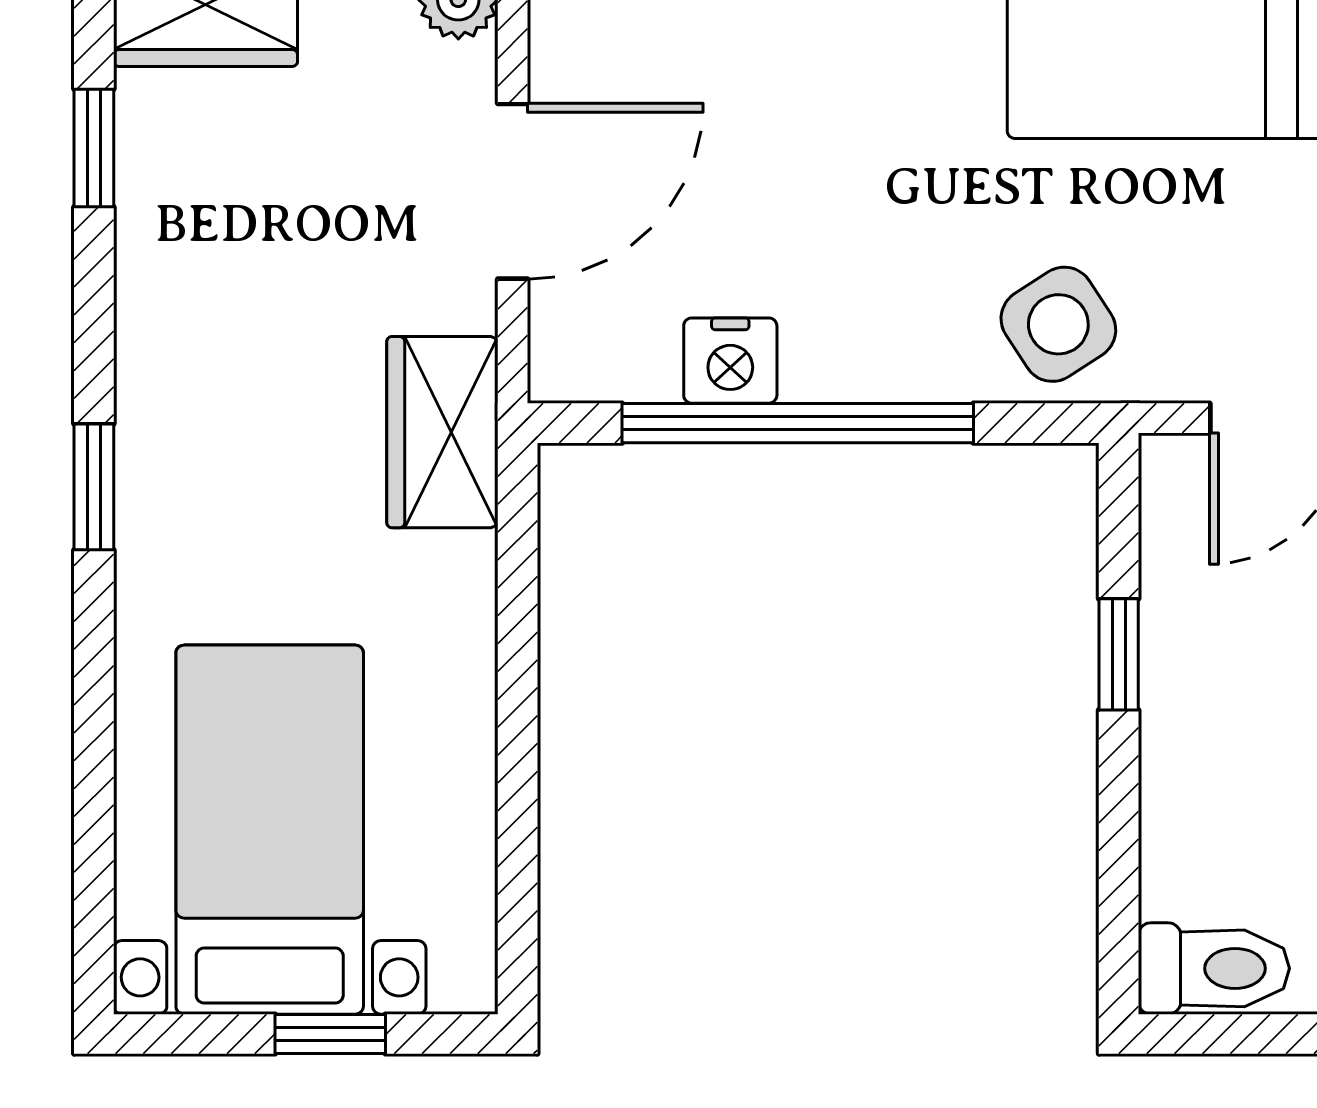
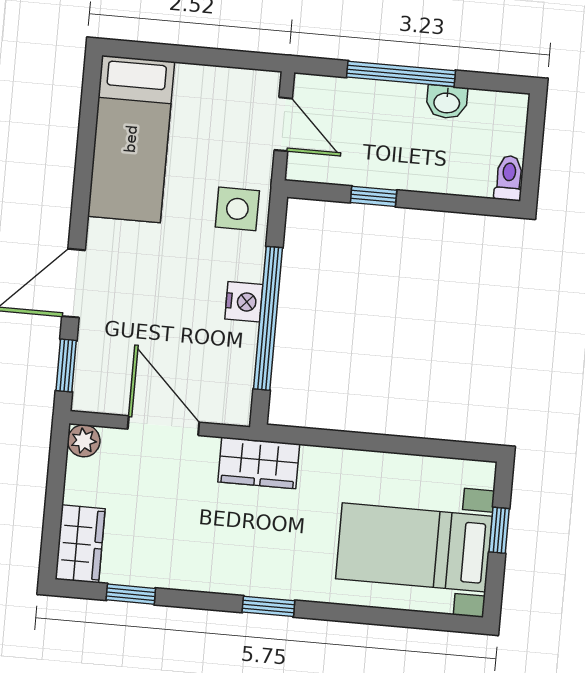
side table: (1058, 324) -> (237, 209), turned 33
nightstand: (730, 361) -> (244, 302), moved
toilet: (1214, 968) -> (509, 178), width x0.73, depth x0.72

